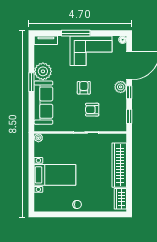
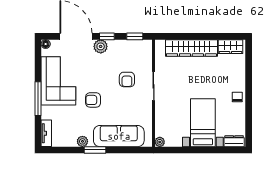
plant: (43, 71) -> (82, 141), width x0.53, depth x0.53
armchair: (84, 88) -> (93, 100), moved
dresser: (39, 202) -> (234, 141), added

